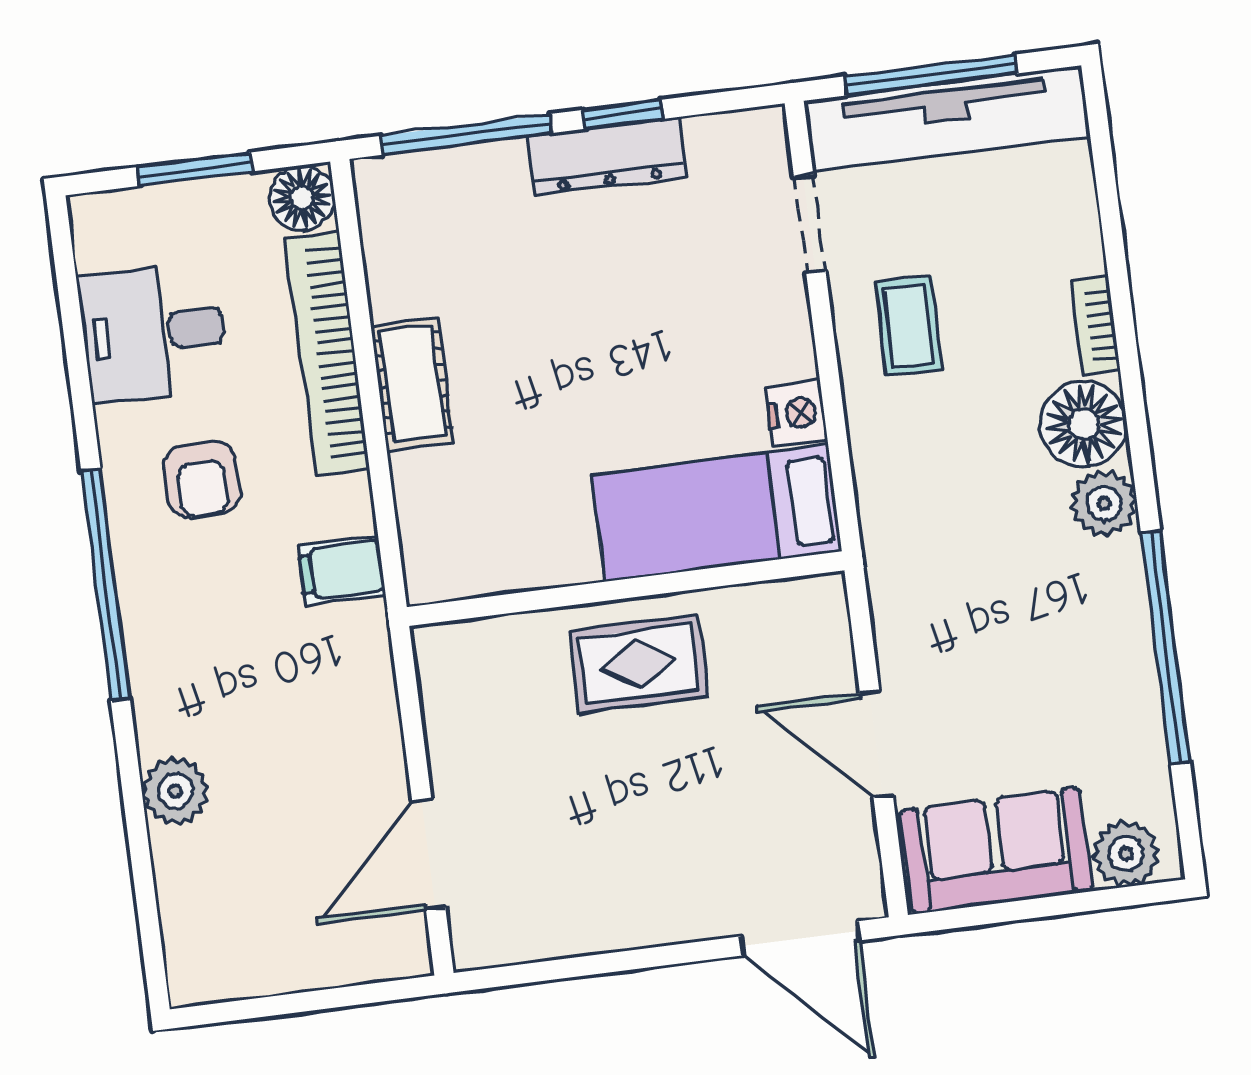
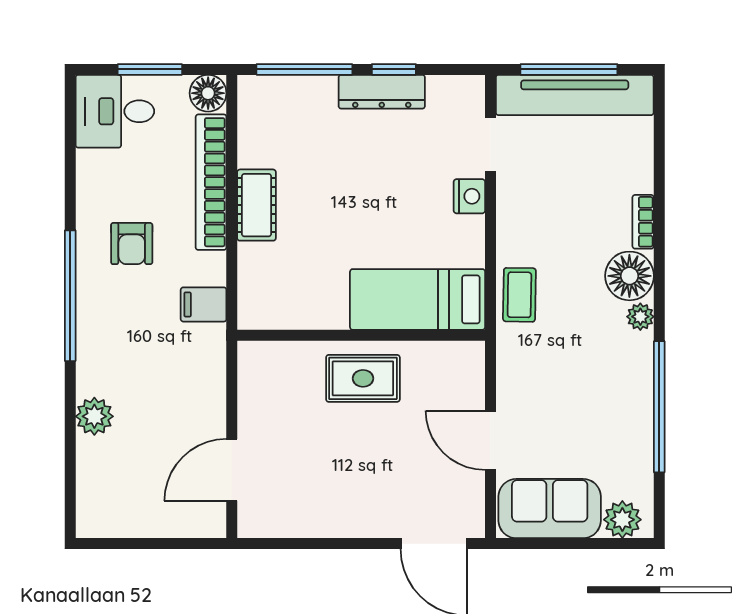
coffee table: (909, 326) -> (519, 295), moved
desk: (153, 333) -> (115, 111), moved
nightstand: (796, 413) -> (469, 196), moved
plant: (1104, 503) -> (640, 317), width x0.73, depth x0.73

